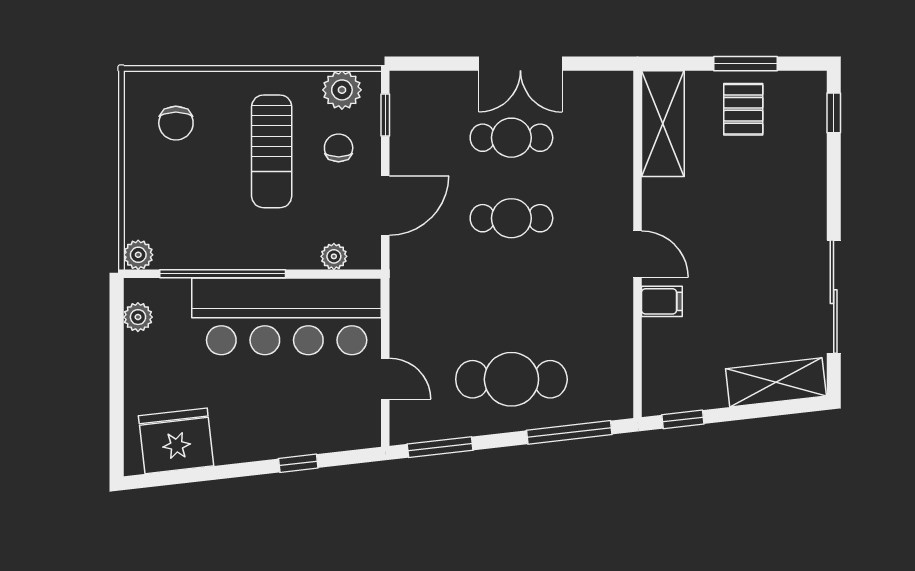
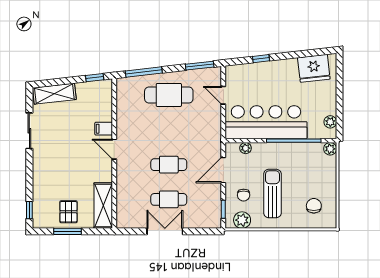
sliding door: (834, 297) -> (29, 131), width x0.73

